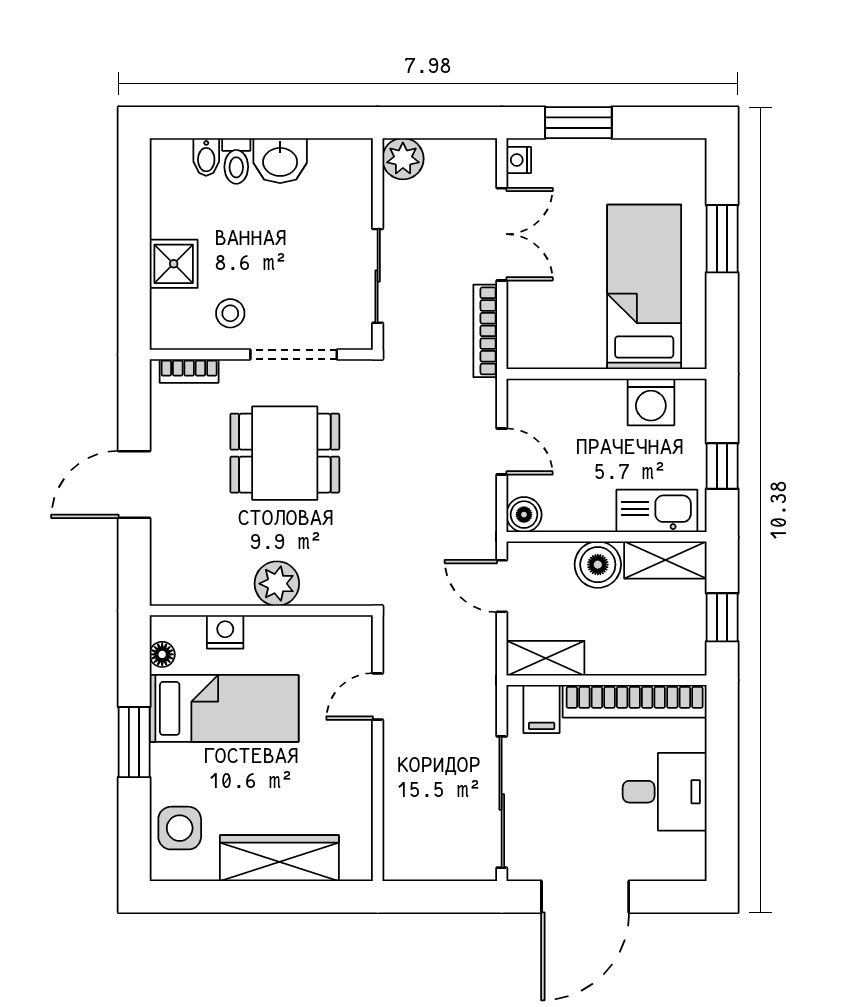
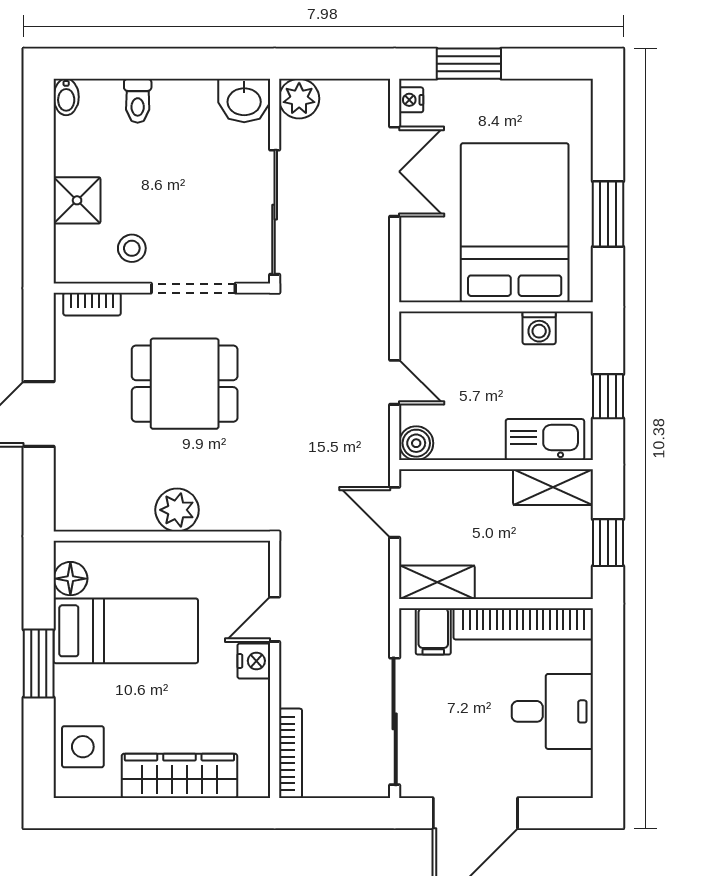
bidet: (206, 157) -> (66, 97), moved
washbasin: (280, 161) -> (244, 100), moved
window: (722, 239) -> (608, 214), moved
sliding door: (378, 276) -> (275, 212), width x1.37
bed: (644, 287) -> (515, 223), width x1.50
bookcase: (485, 331) -> (290, 753), moved, turned 180
washing machine: (651, 402) -> (539, 328), width x0.73, depth x0.73
boiler: (598, 565) -> (488, 492), removed
nightstand: (225, 632) -> (254, 661), moved, turned 90
floor lamp: (162, 654) -> (70, 579), width x1.37, depth x1.37

